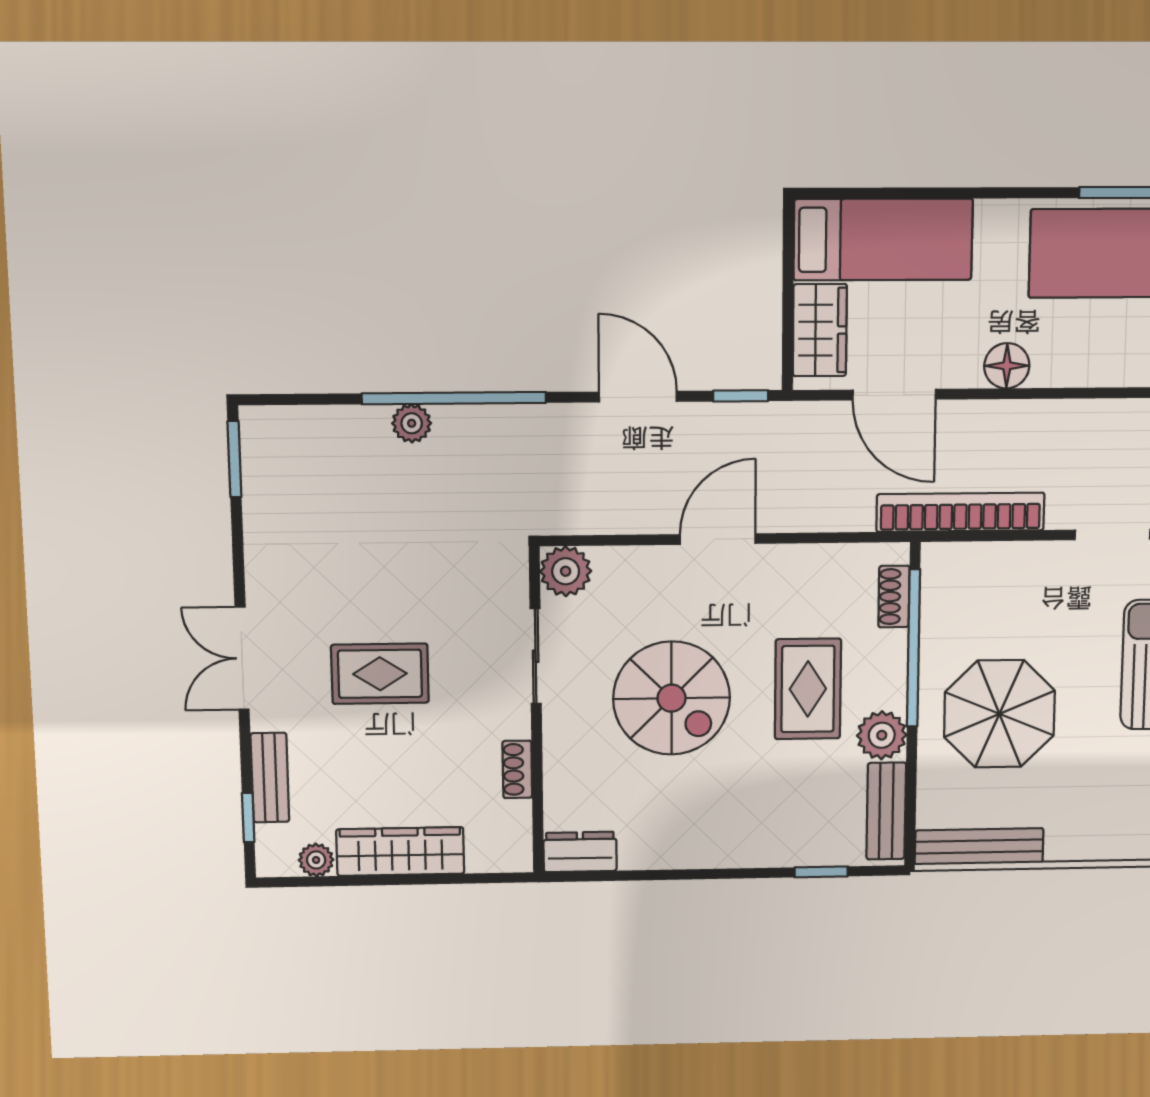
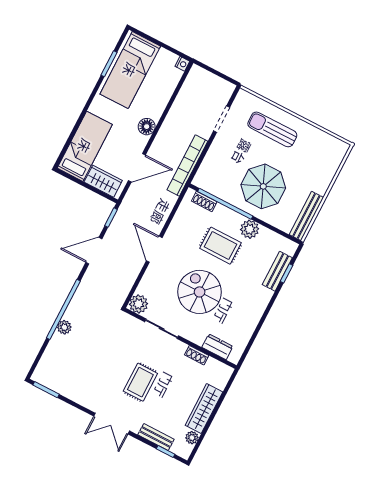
spiral stairs: (672, 698) -> (200, 292), turned -90
bench: (886, 811) -> (277, 271), moved, turned 90
dresser: (580, 852) -> (217, 347), moved, turned 90

